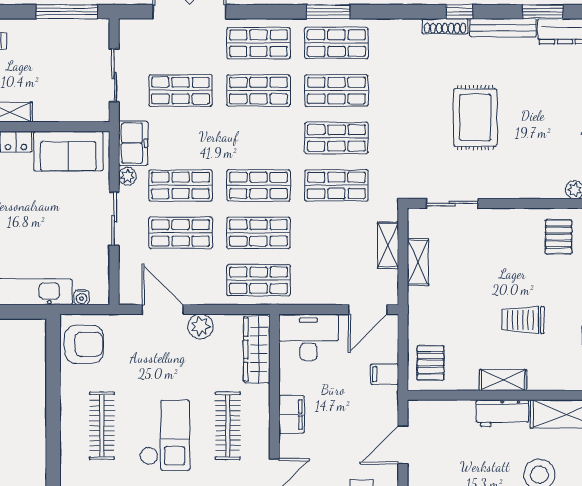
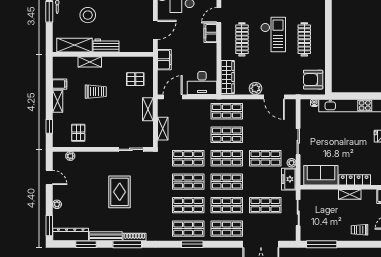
window: (459, 12) -> (127, 244), width x2.17
shop shelf: (181, 233) -> (227, 182), moved
shelving: (418, 262) -> (148, 109), moved
pallet: (430, 363) -> (135, 79), moved, turned 90
filing cabinet: (384, 374) -> (164, 60), width x2.00
shelving: (503, 380) -> (90, 62), moved
filing cabinet: (292, 414) -> (210, 33), moved
checkout: (165, 435) -> (273, 34), turned 180

